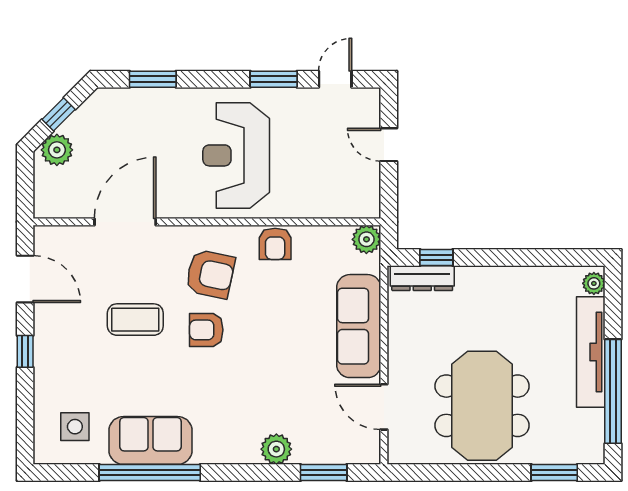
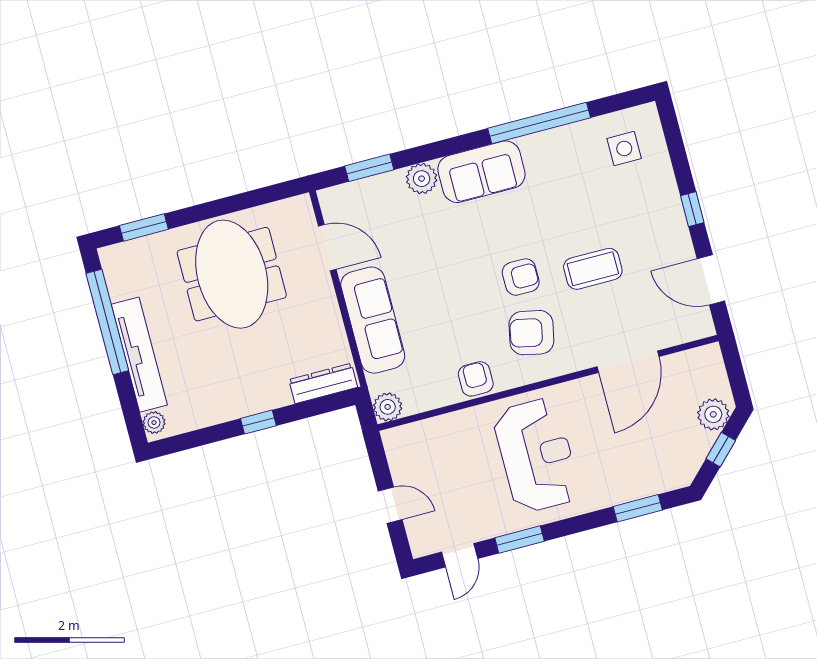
window: (436, 257) -> (258, 422), moved
sofa: (151, 440) -> (481, 172), moved

